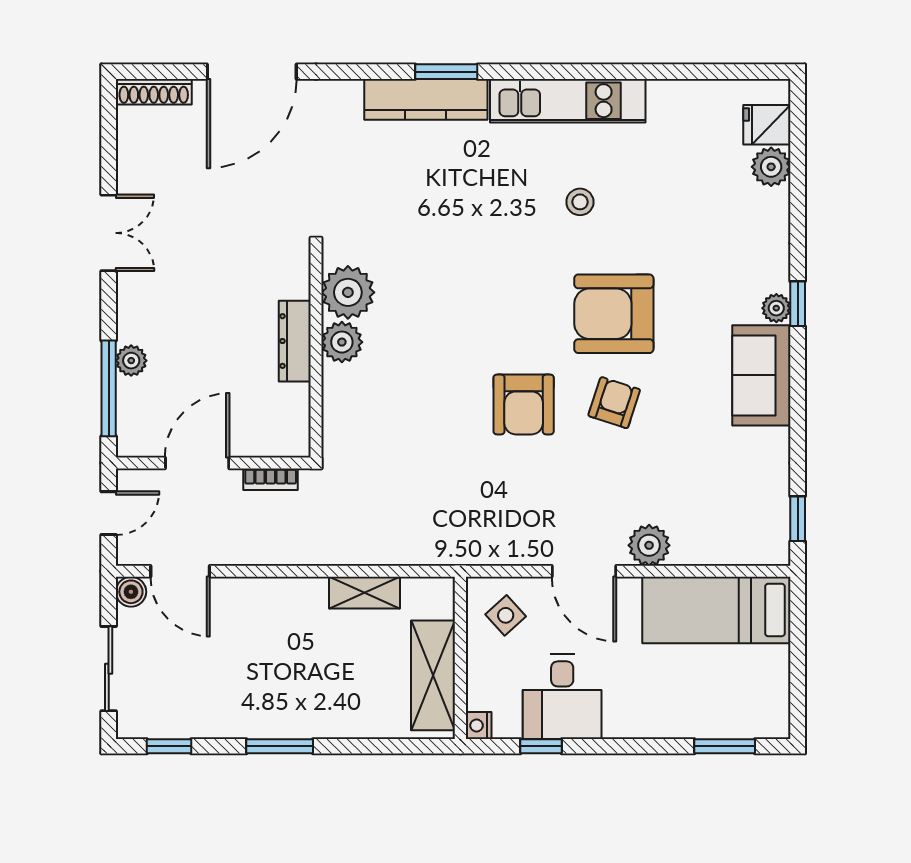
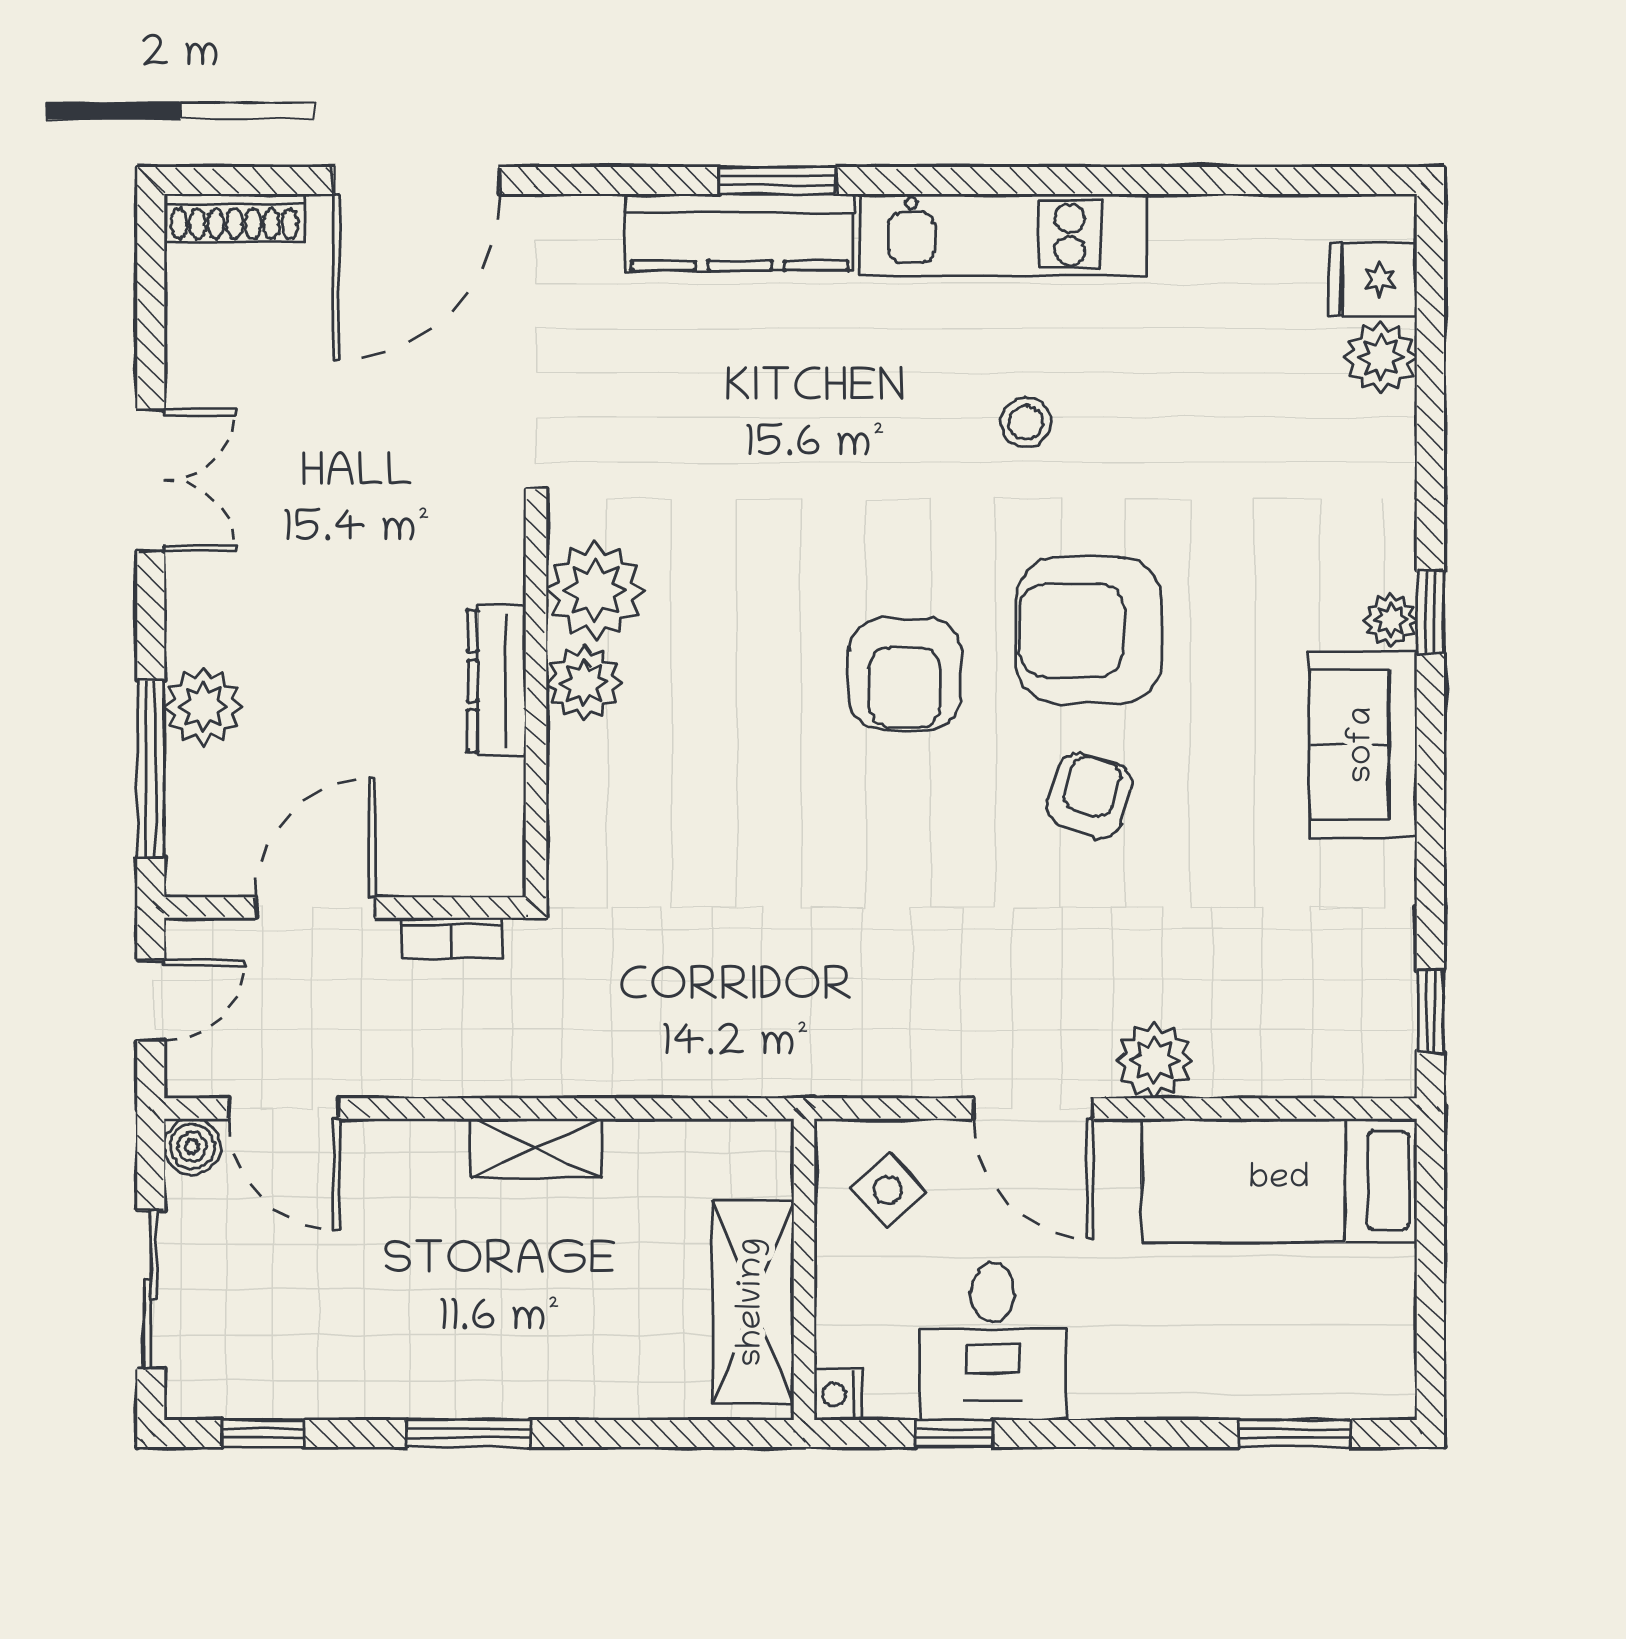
plant: (131, 361) -> (203, 707), width x1.38, depth x1.38
armchair: (524, 404) -> (905, 674), moved
shelving: (365, 593) -> (536, 1148), moved

